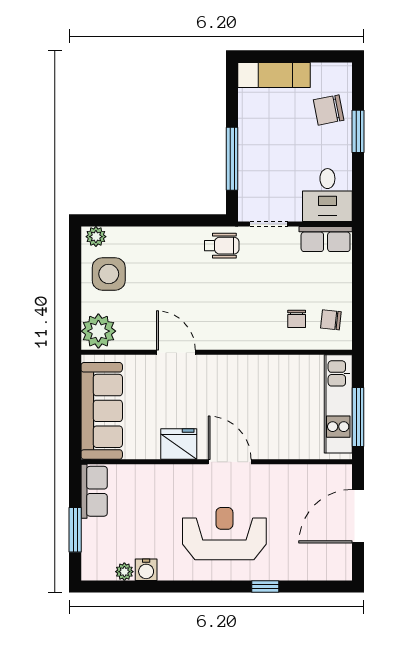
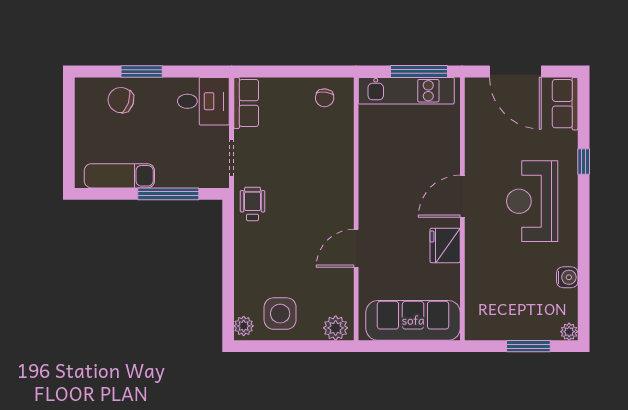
exam couch: (274, 75) -> (119, 176), moved, turned -90
chair: (329, 110) -> (121, 100), turned 120
chair: (297, 319) -> (324, 131), removed
plant: (98, 331) -> (336, 328), width x0.73, depth x0.73
row of seats: (94, 491) -> (565, 104), moved, turned -90
plant: (124, 572) -> (569, 332), moved

